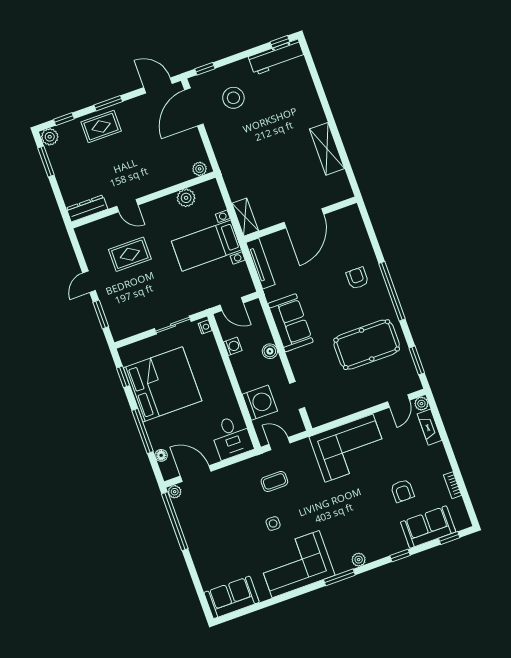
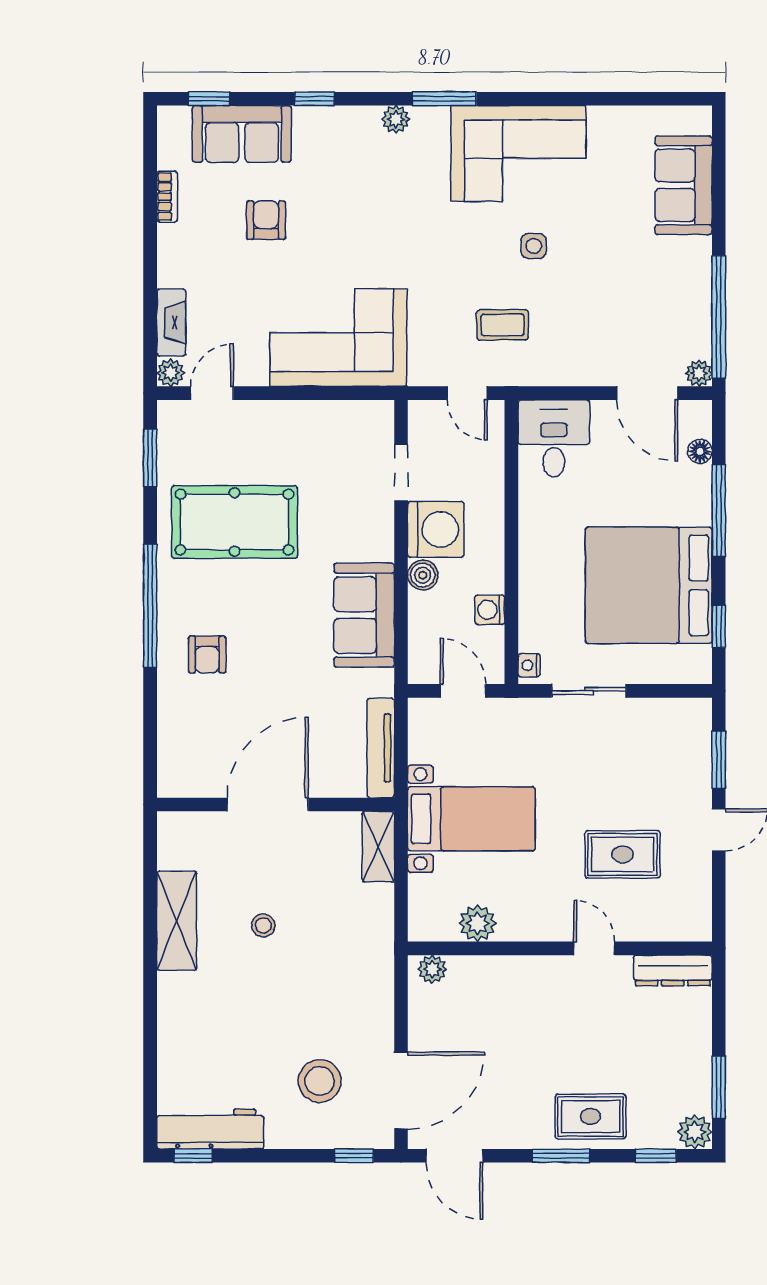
stool: (286, 161) -> (263, 925), added
washing machine: (260, 403) -> (436, 529), moved, turned 180
sofa: (232, 597) -> (684, 185), moved, turned 90

